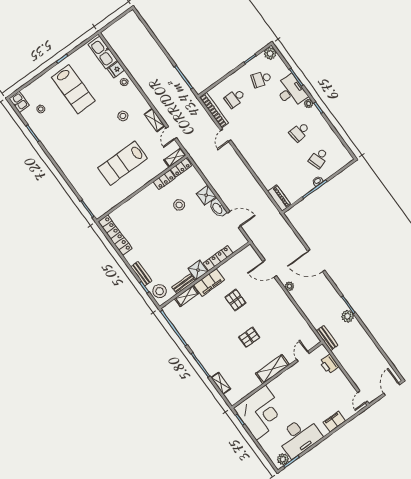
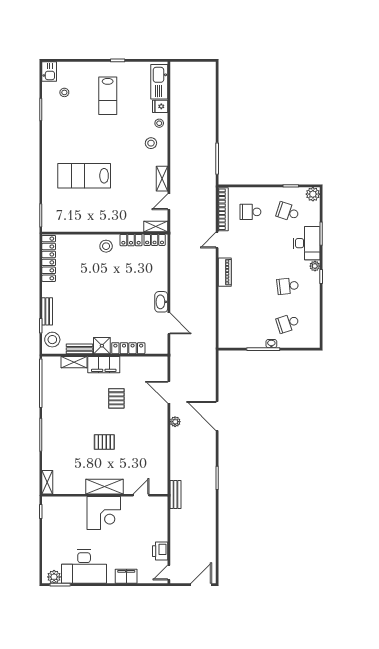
lab bench: (73, 89) -> (108, 96), width x0.73, depth x0.72
stool: (123, 116) -> (151, 143), moved
lab bench: (123, 163) -> (84, 176), moved
shower: (206, 195) -> (159, 282), removed
piano: (279, 198) -> (225, 272), moved
stool: (179, 205) -> (106, 246), moved
plant: (348, 316) -> (209, 488), removed
printer: (329, 364) -> (160, 551), moved
shelving: (221, 383) -> (47, 482), moved
corner desk: (261, 413) -> (104, 513), moved, width x0.74, depth x0.74

